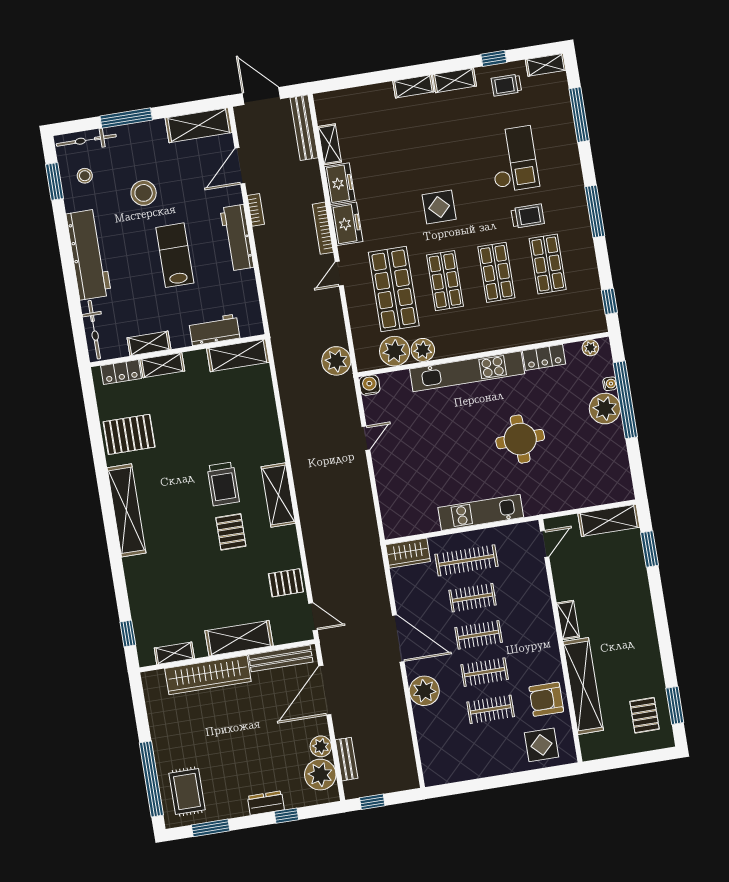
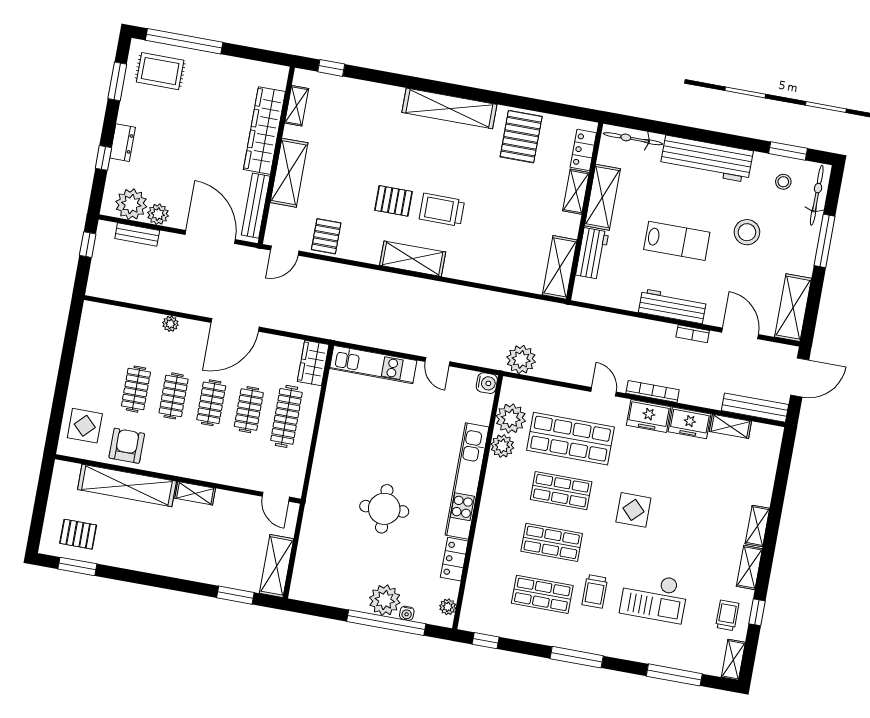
shelving: (149, 343) -> (602, 197), width x1.50, depth x1.33
kitchen unit: (481, 512) -> (373, 365), moved, turned 90
plant: (424, 691) -> (170, 324), width x0.53, depth x0.53

